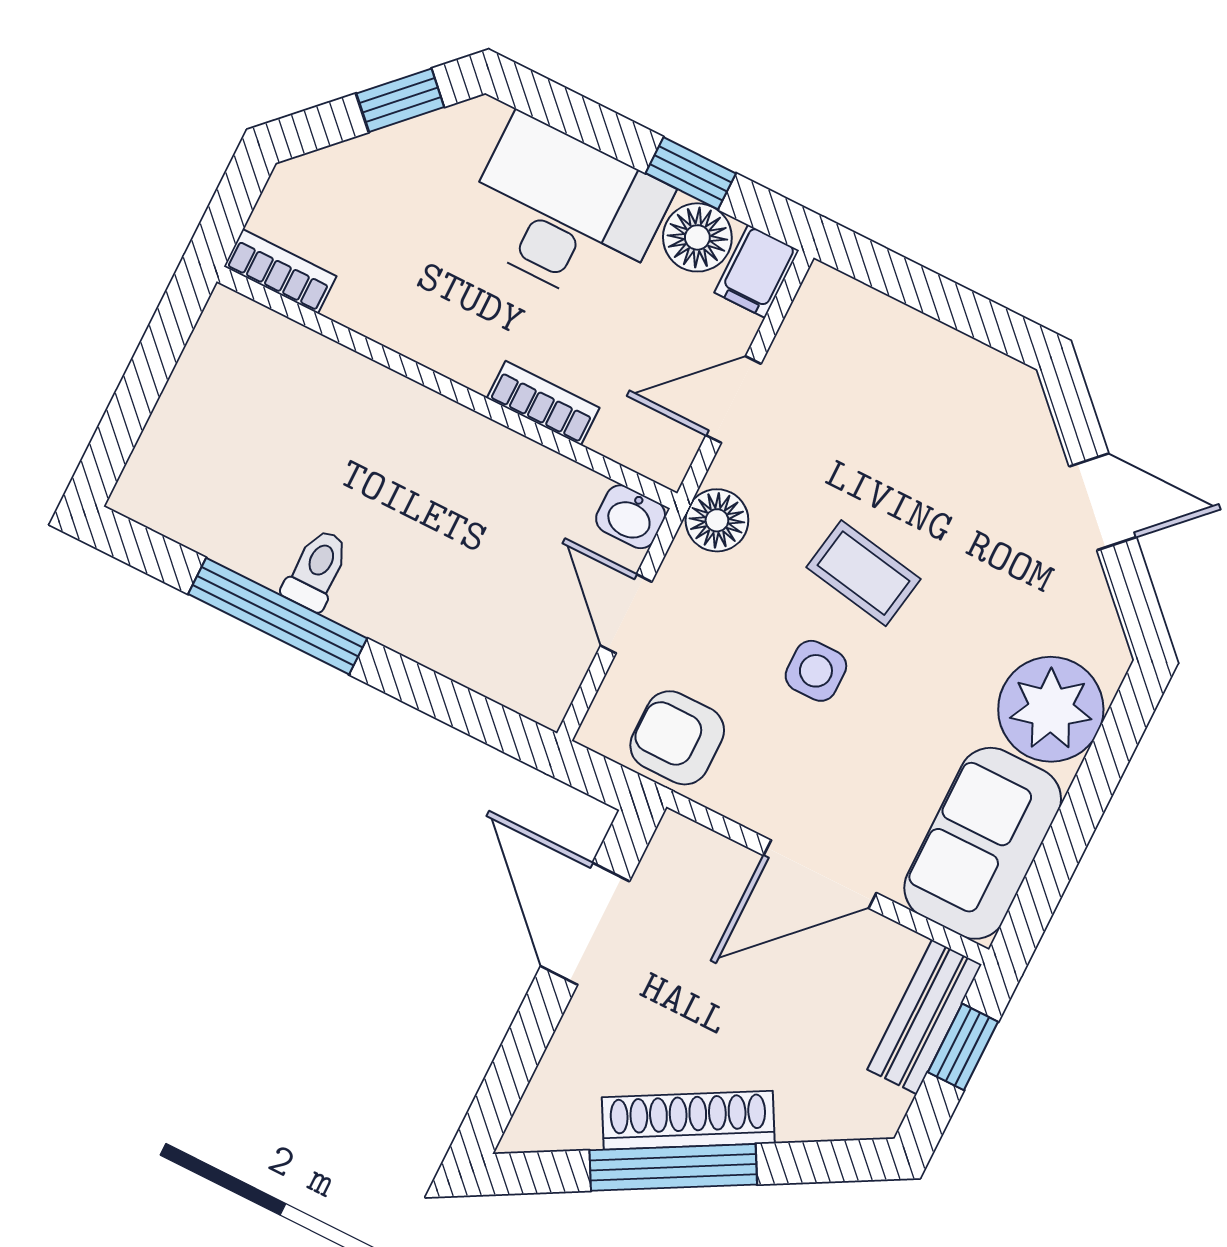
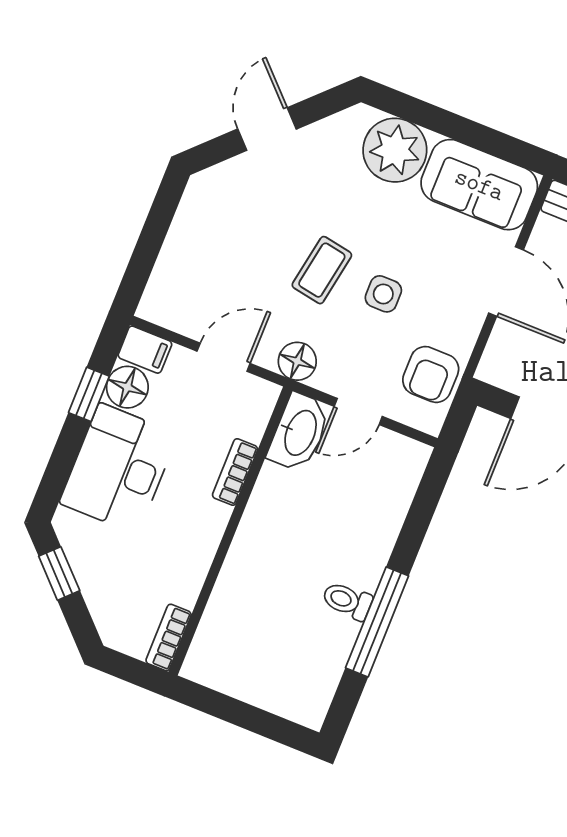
door: (733, 400) -> (224, 357), swing flipped
washbasin: (631, 517) -> (299, 432), width x1.91, depth x1.45

